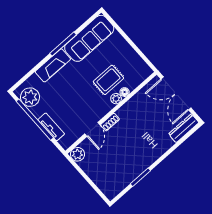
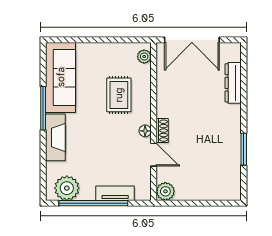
floor lamp: (125, 92) -> (145, 131), moved
plant: (116, 99) -> (144, 57), moved
dresser: (184, 128) -> (233, 83), moved

